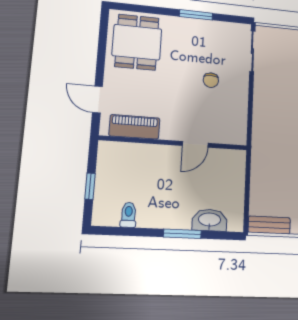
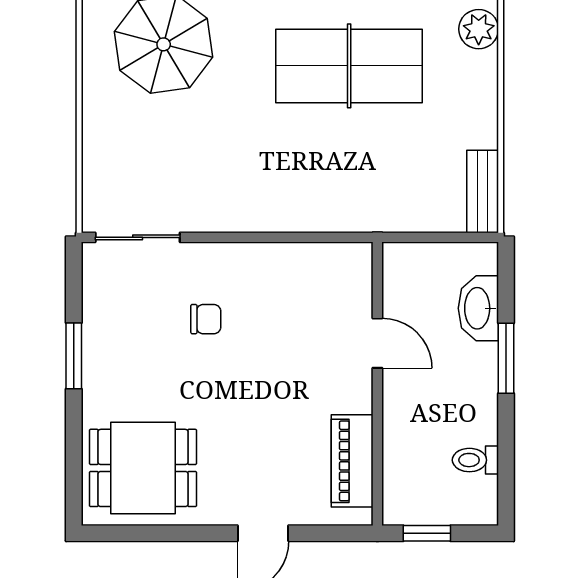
piano: (134, 127) -> (352, 461), moved
wall: (174, 143) -> (377, 384), moved
door: (195, 144) -> (377, 343), moved

